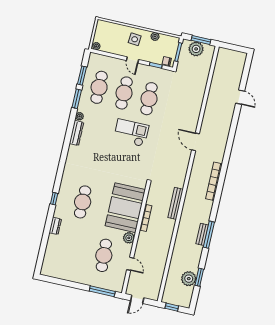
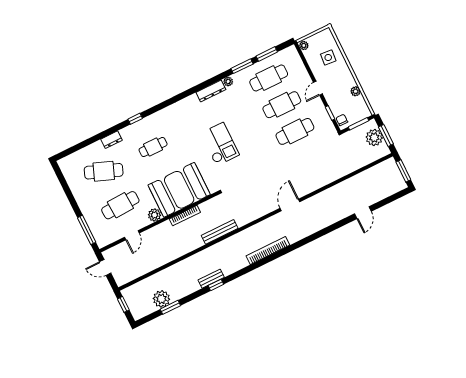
side table: (135, 39) -> (328, 57), moved
window: (234, 48) -> (403, 171), added
checkout: (131, 133) -> (220, 144), moved
cafe table: (83, 202) -> (153, 147), width x0.73, depth x0.74
window: (209, 235) -> (216, 285), width x0.46
cafe table: (72, 248) -> (104, 171), added

